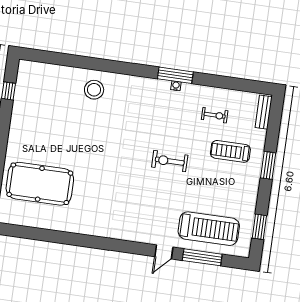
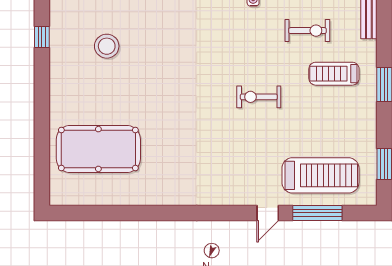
stool: (94, 90) -> (107, 46), moved
exercise bike: (215, 115) -> (307, 31), width x1.38, depth x1.39

